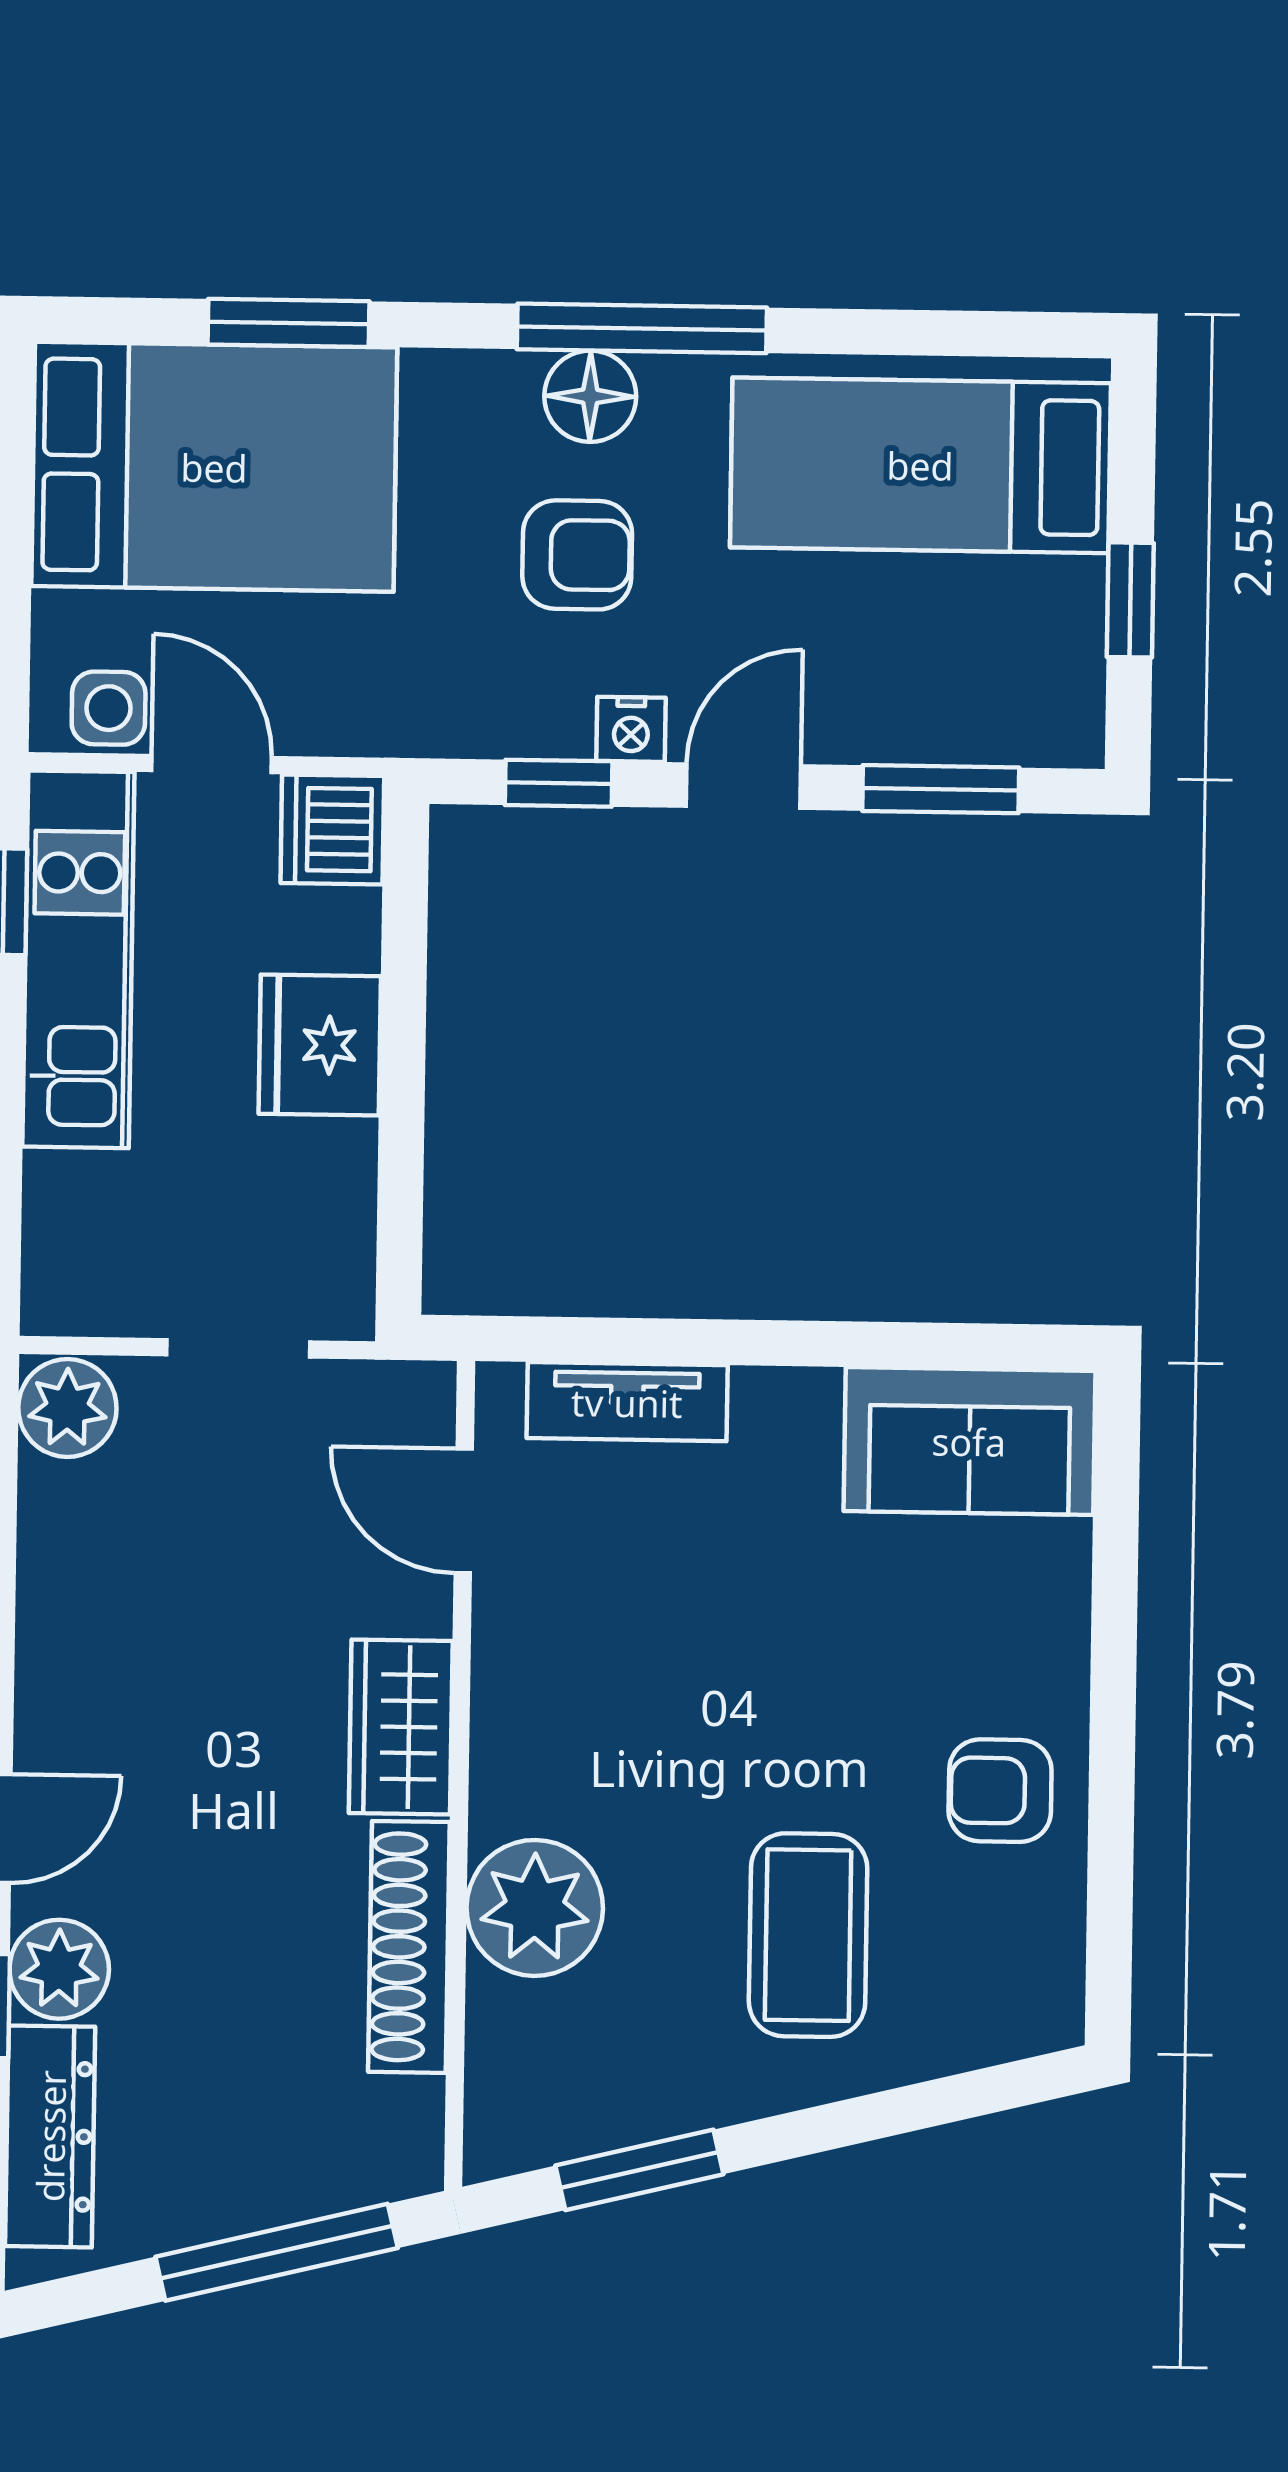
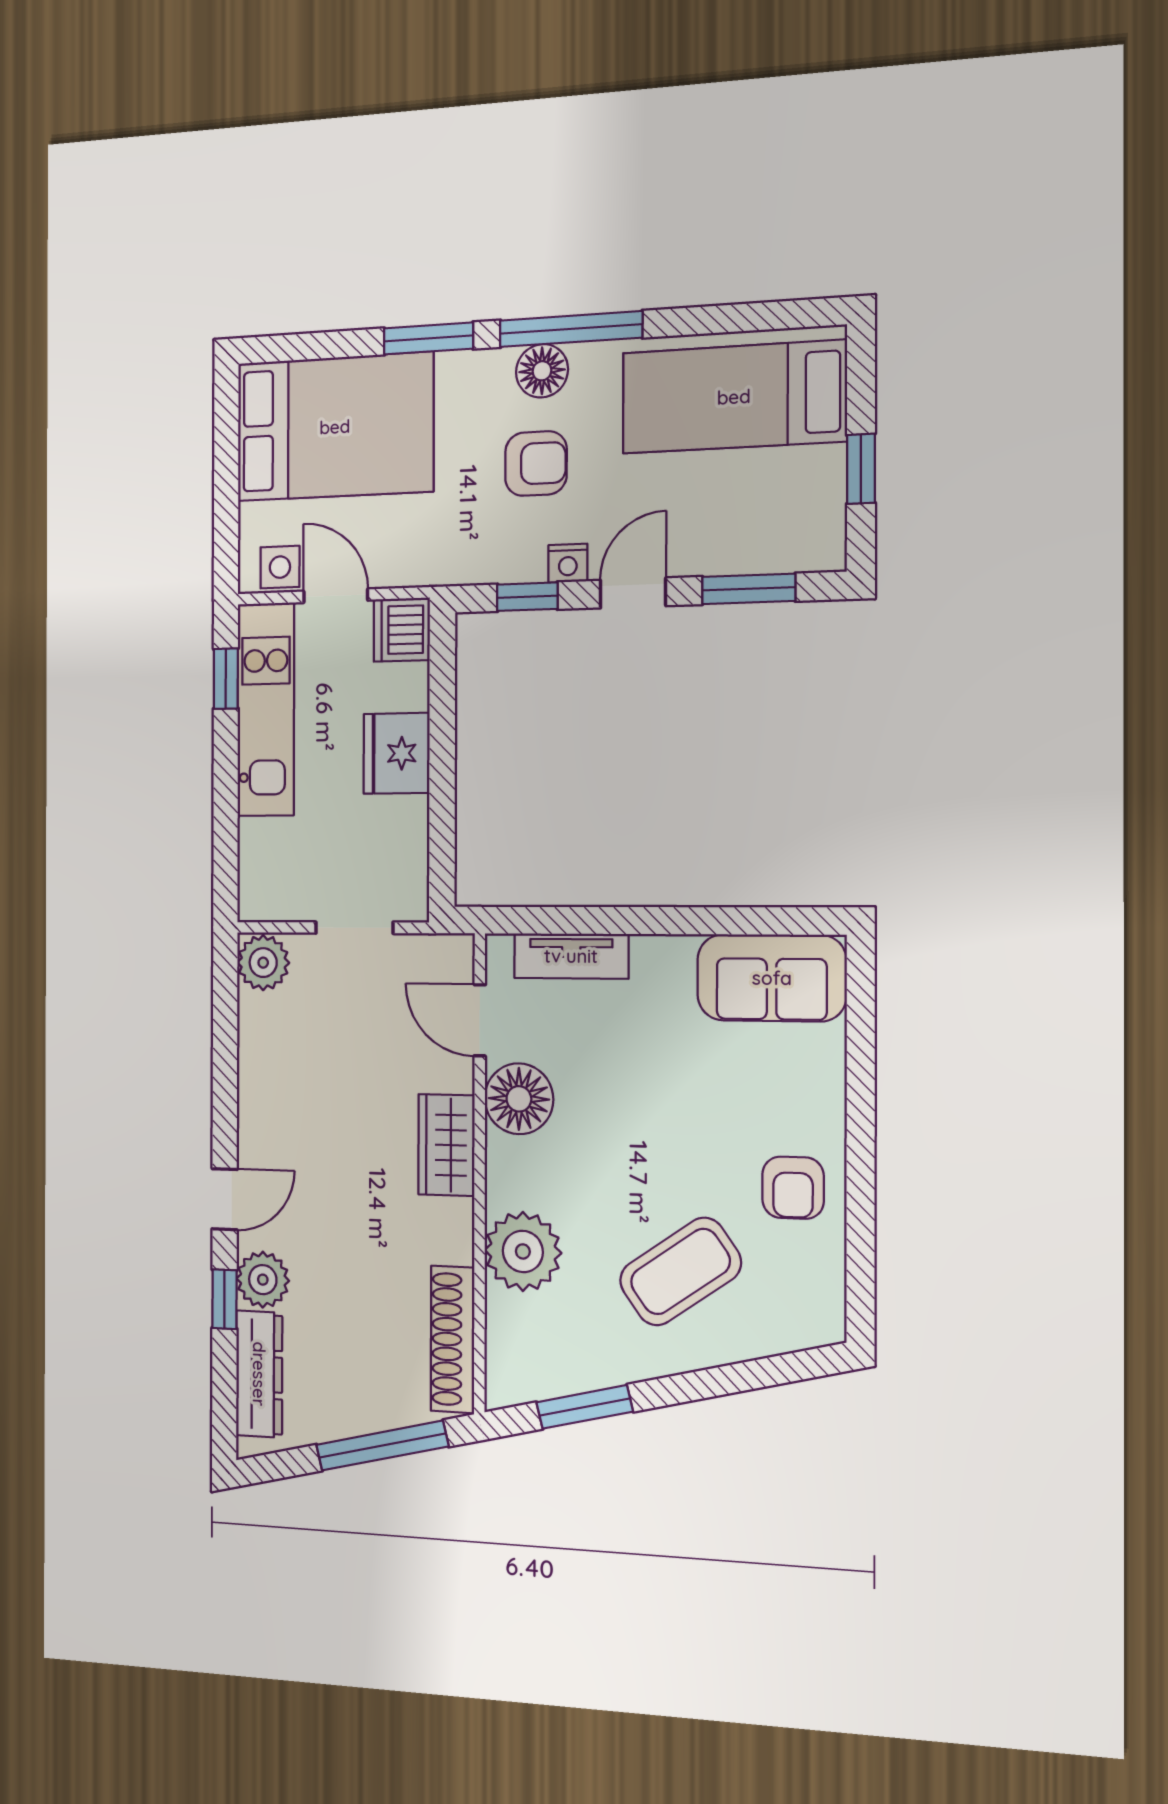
window: (288, 323) -> (428, 338), moved
floor lamp: (531, 1646) -> (519, 1099), added
armchair: (1000, 1791) -> (793, 1188), turned -90
coffee table: (808, 1935) -> (680, 1272), turned 55
shoe rack: (409, 1947) -> (453, 1339), moved

